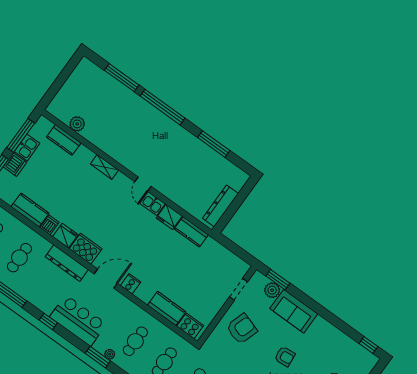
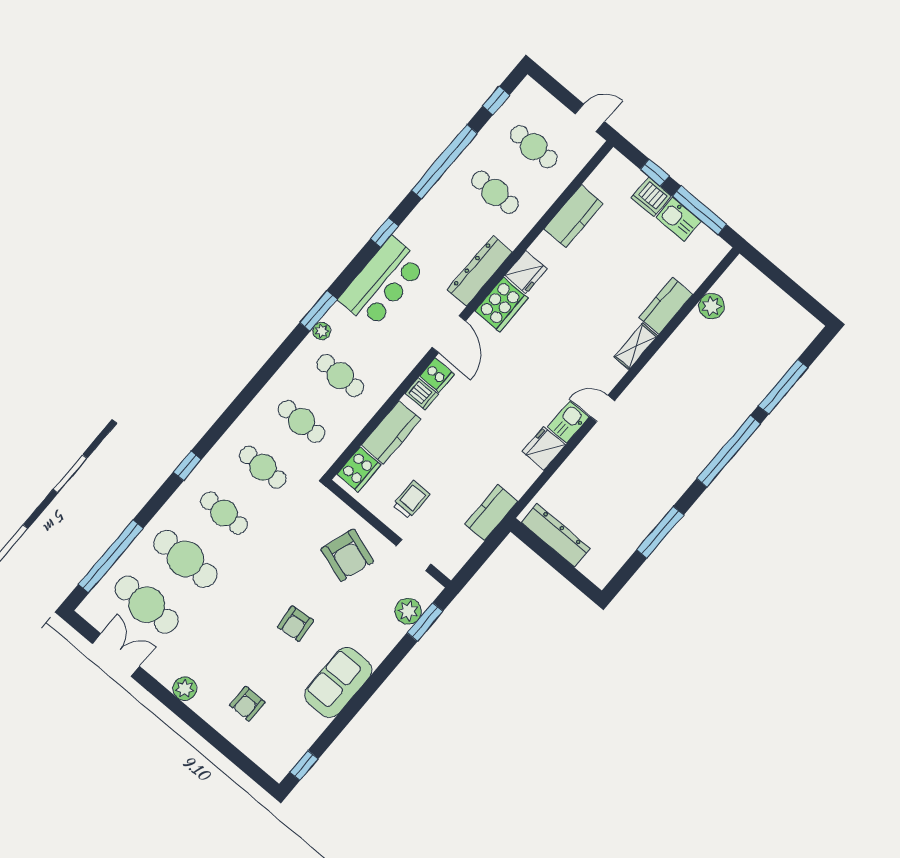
kitchen counter: (64, 140) -> (666, 306), moved
dishwasher: (49, 225) -> (422, 394), moved
kitchen counter: (191, 232) -> (491, 513), moved
trolley: (206, 293) -> (411, 500), added
sofa: (294, 311) -> (338, 682), moved

